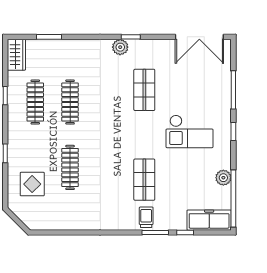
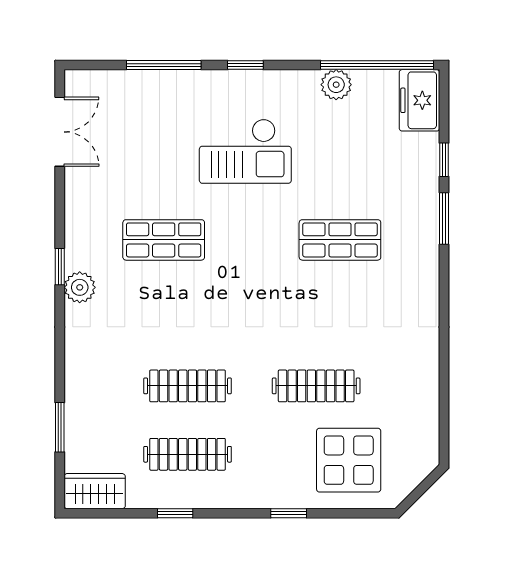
double door: (199, 37) -> (60, 132), width x0.73
checkout: (190, 131) -> (245, 151), turned 90
display table: (32, 184) -> (349, 460), width x1.36, depth x1.36
trolley: (146, 217) -> (414, 236), removed
freezer: (209, 220) -> (419, 100), width x0.71

